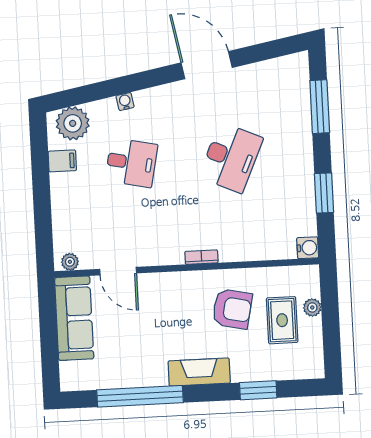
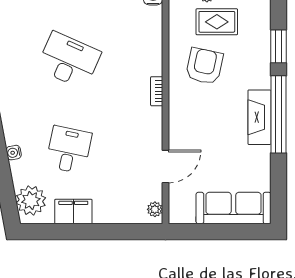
filing cabinet: (62, 161) -> (73, 212), width x2.00
sofa: (74, 318) -> (233, 208), moved
fireplace: (199, 372) -> (259, 117), moved
window: (140, 396) -> (278, 114), moved

